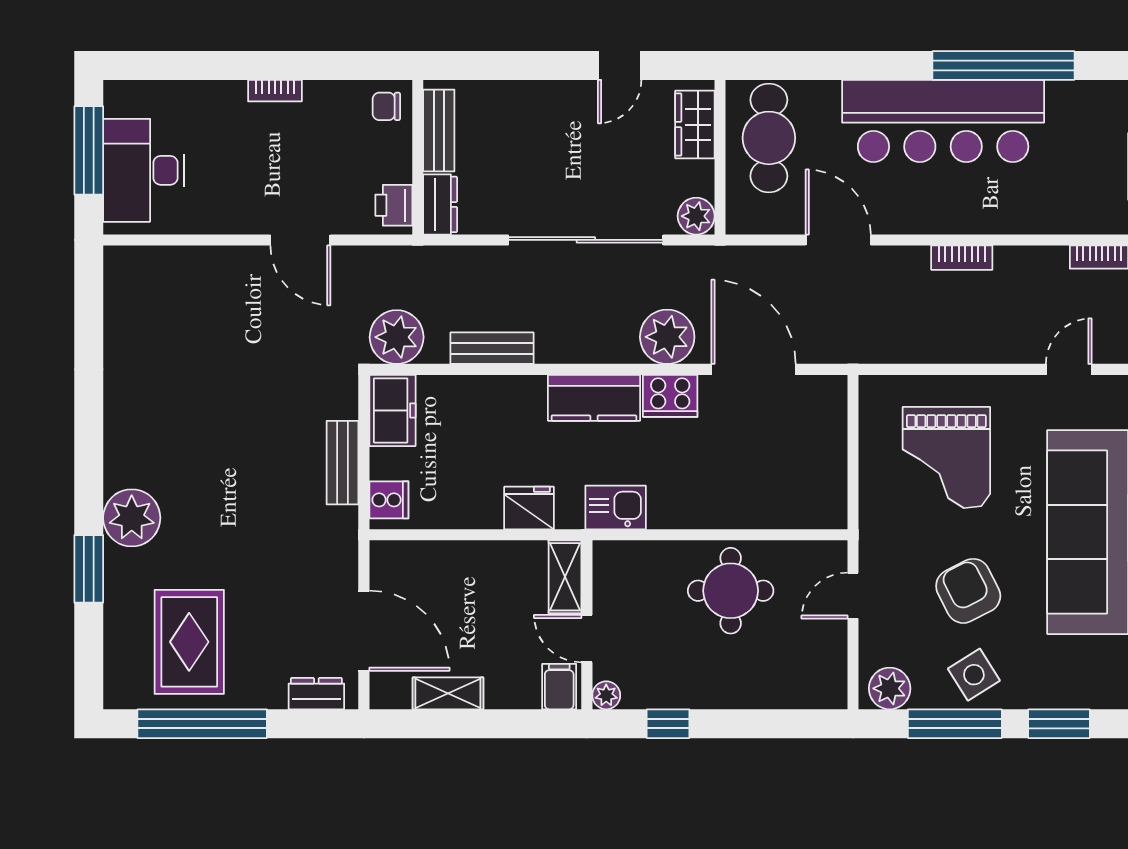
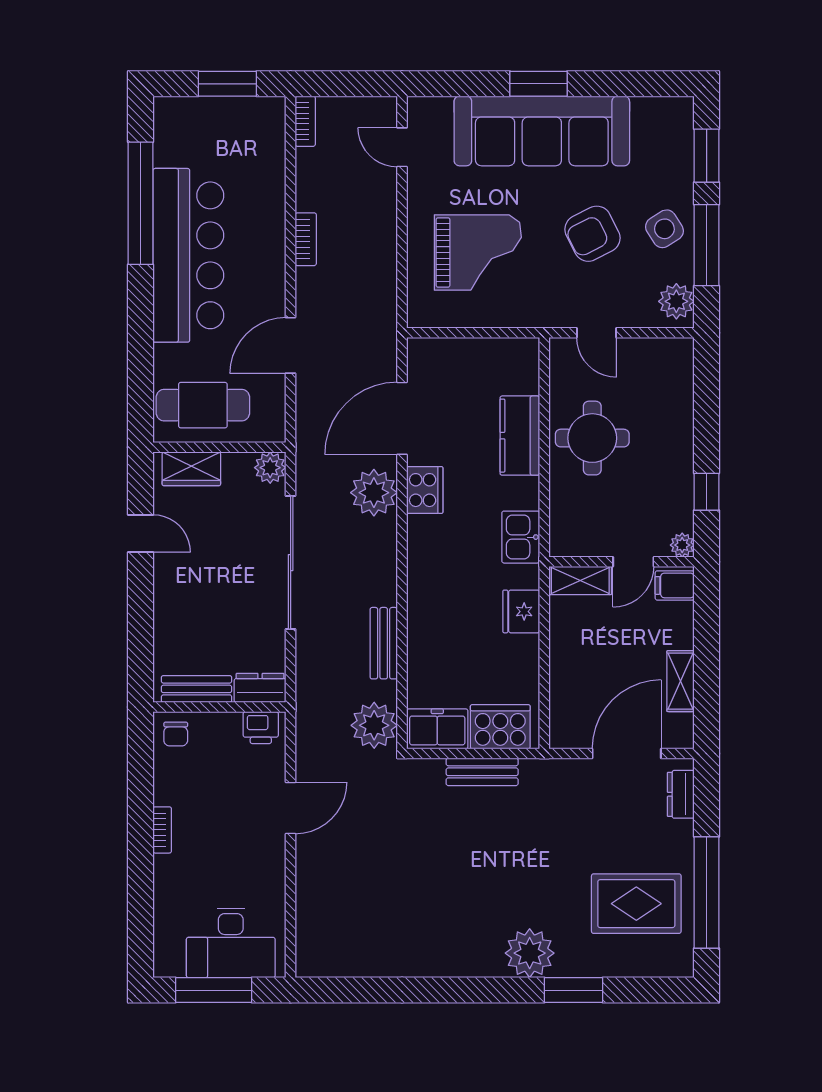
kitchen counter: (594, 398) -> (520, 436), moved, turned 180
cooker: (389, 500) -> (500, 727), width x1.87, depth x1.31

